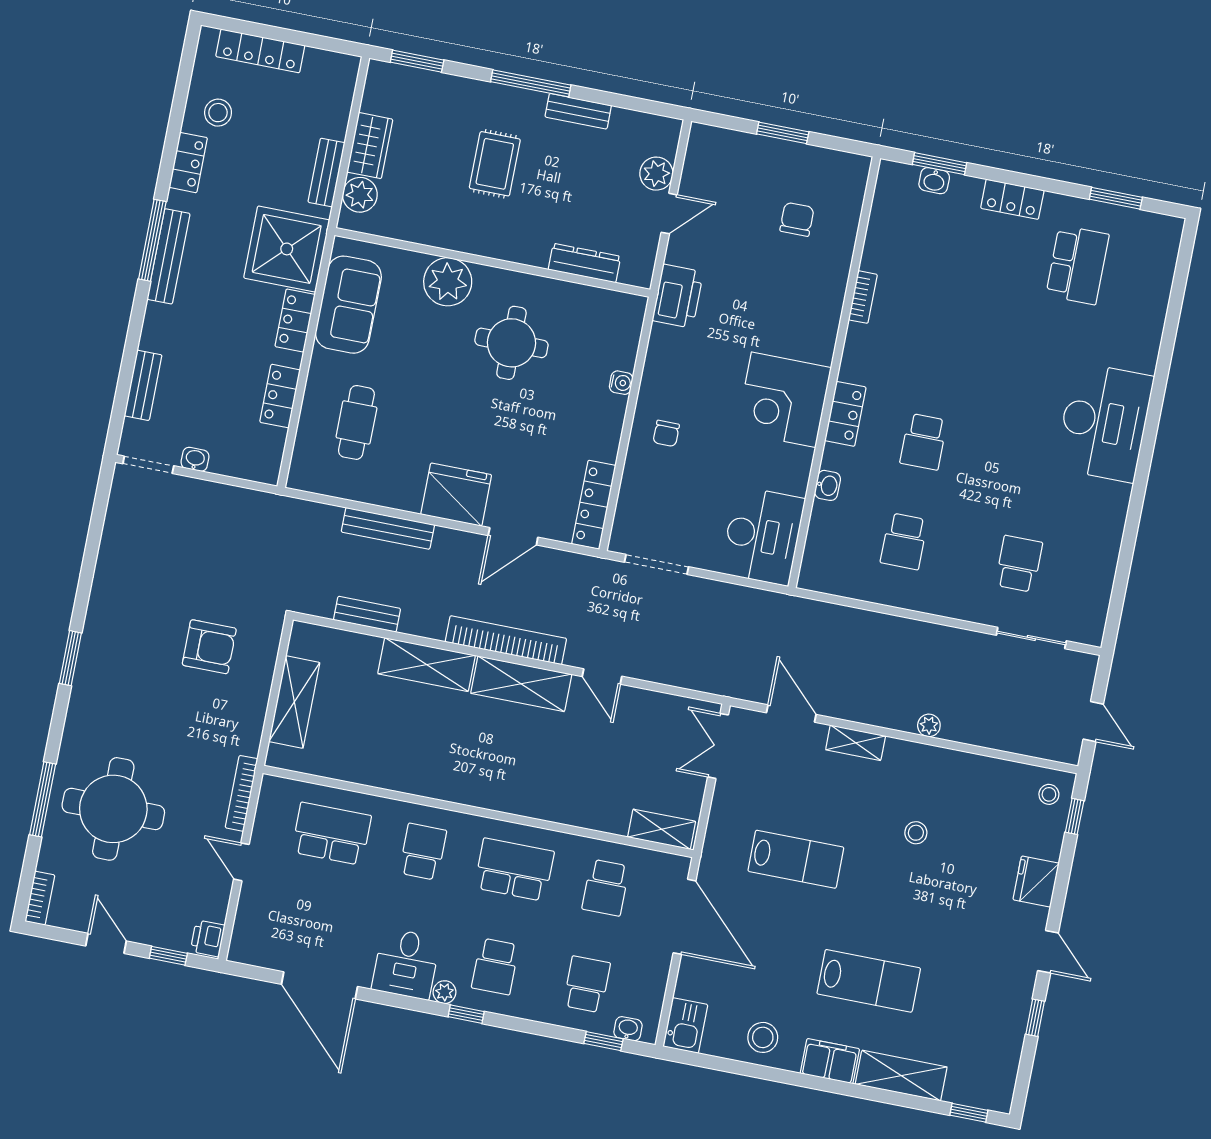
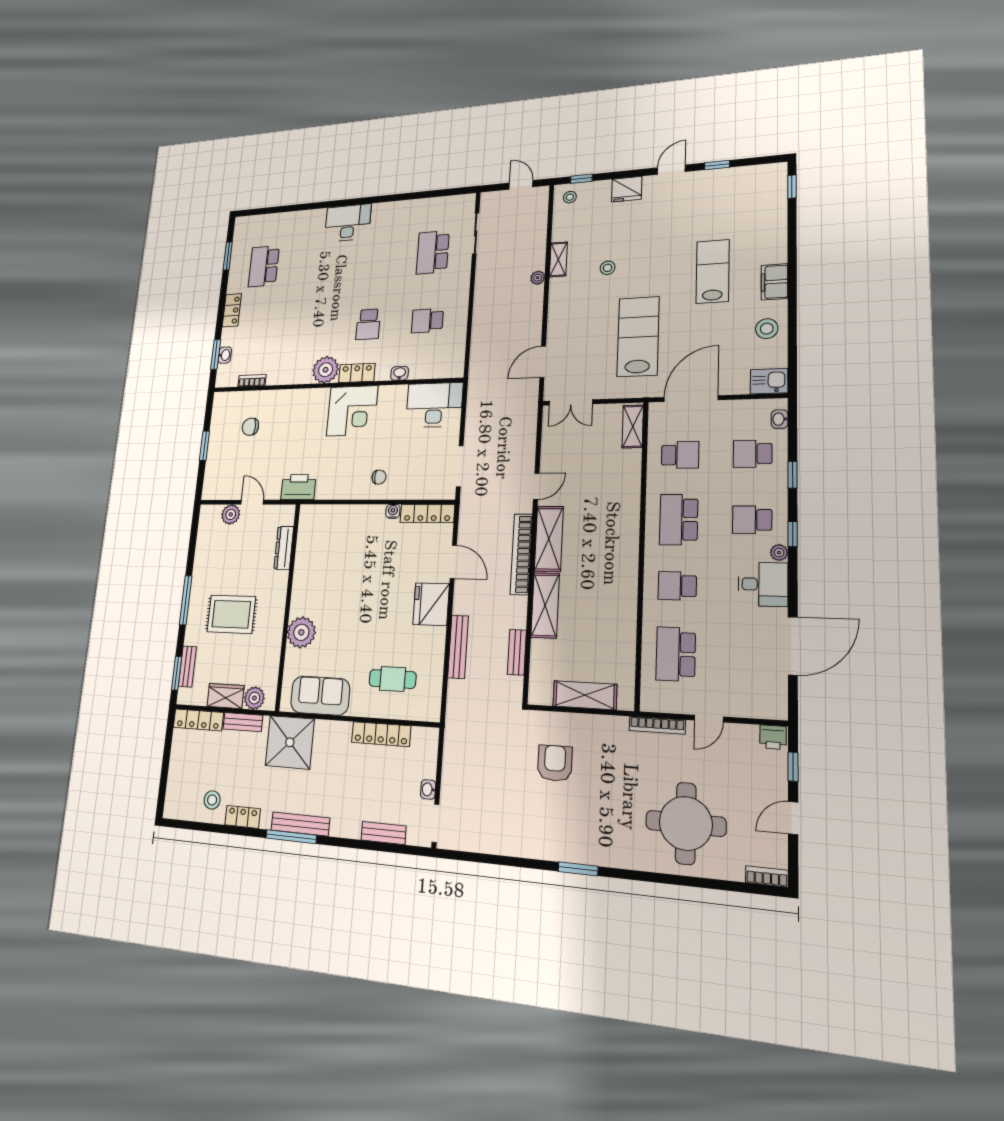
locker: (260, 51) -> (198, 720), moved, turned 90
bench: (578, 111) -> (187, 666), moved
rug: (495, 164) -> (231, 614), width x1.36, depth x1.43
school desk: (1077, 265) -> (264, 266), turned -90
bookcase: (863, 297) -> (252, 381), moved
locker: (295, 321) -> (333, 730), removed
round table: (511, 343) -> (334, 585), removed
plant: (864, 361) -> (326, 370), added
water cooler: (621, 383) -> (393, 511), moved
locker: (280, 396) -> (381, 734), width x1.53
desk: (1104, 422) -> (348, 223), width x0.73, depth x0.77
school desk: (924, 442) -> (368, 324), turned 90
school desk: (904, 541) -> (427, 321), turned 180
school desk: (1019, 564) -> (433, 252), width x1.85
door: (1093, 722) -> (521, 185), hinge flipped
shelving: (856, 743) -> (558, 259), moved
window: (43, 799) -> (688, 881), removed
lab bench: (796, 859) -> (638, 337), width x1.36, depth x1.39
school desk: (495, 966) -> (752, 520), turned 180
window: (603, 1041) -> (792, 475), moved
shelving: (901, 1076) -> (775, 235), removed

